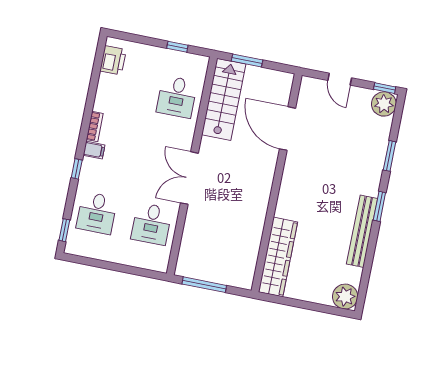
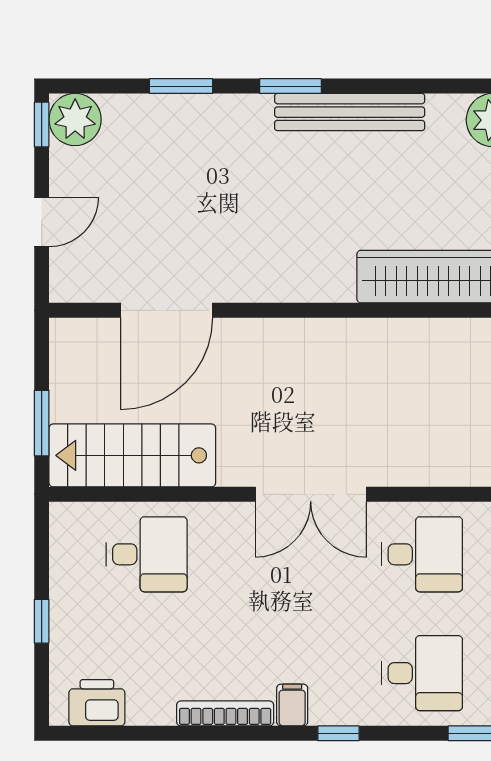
window: (177, 47) -> (42, 621), moved
bookcase: (95, 126) -> (225, 713), width x1.56

